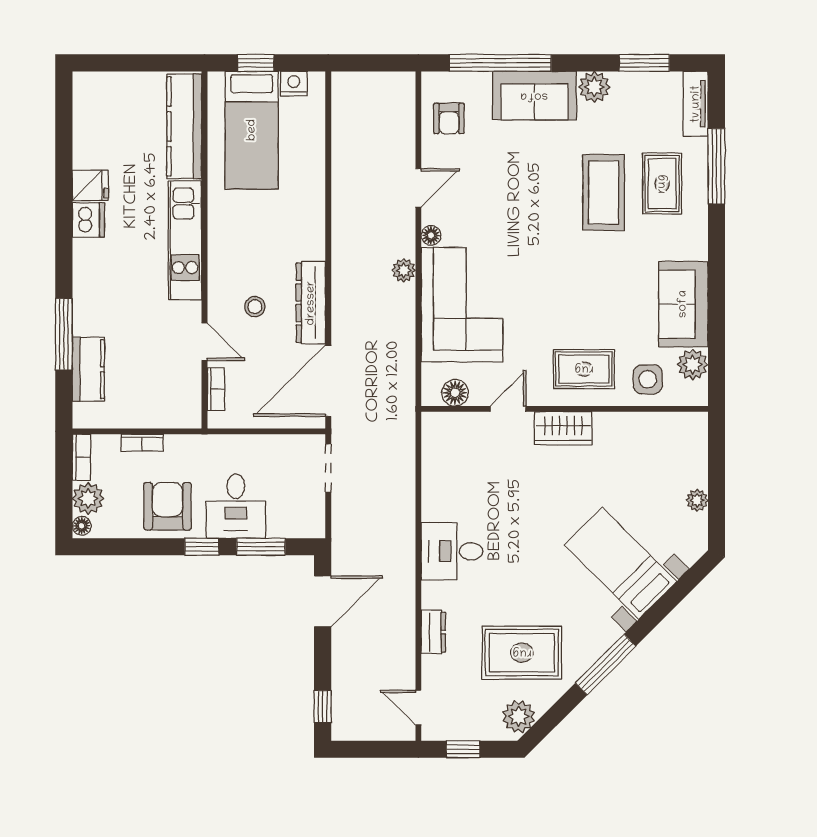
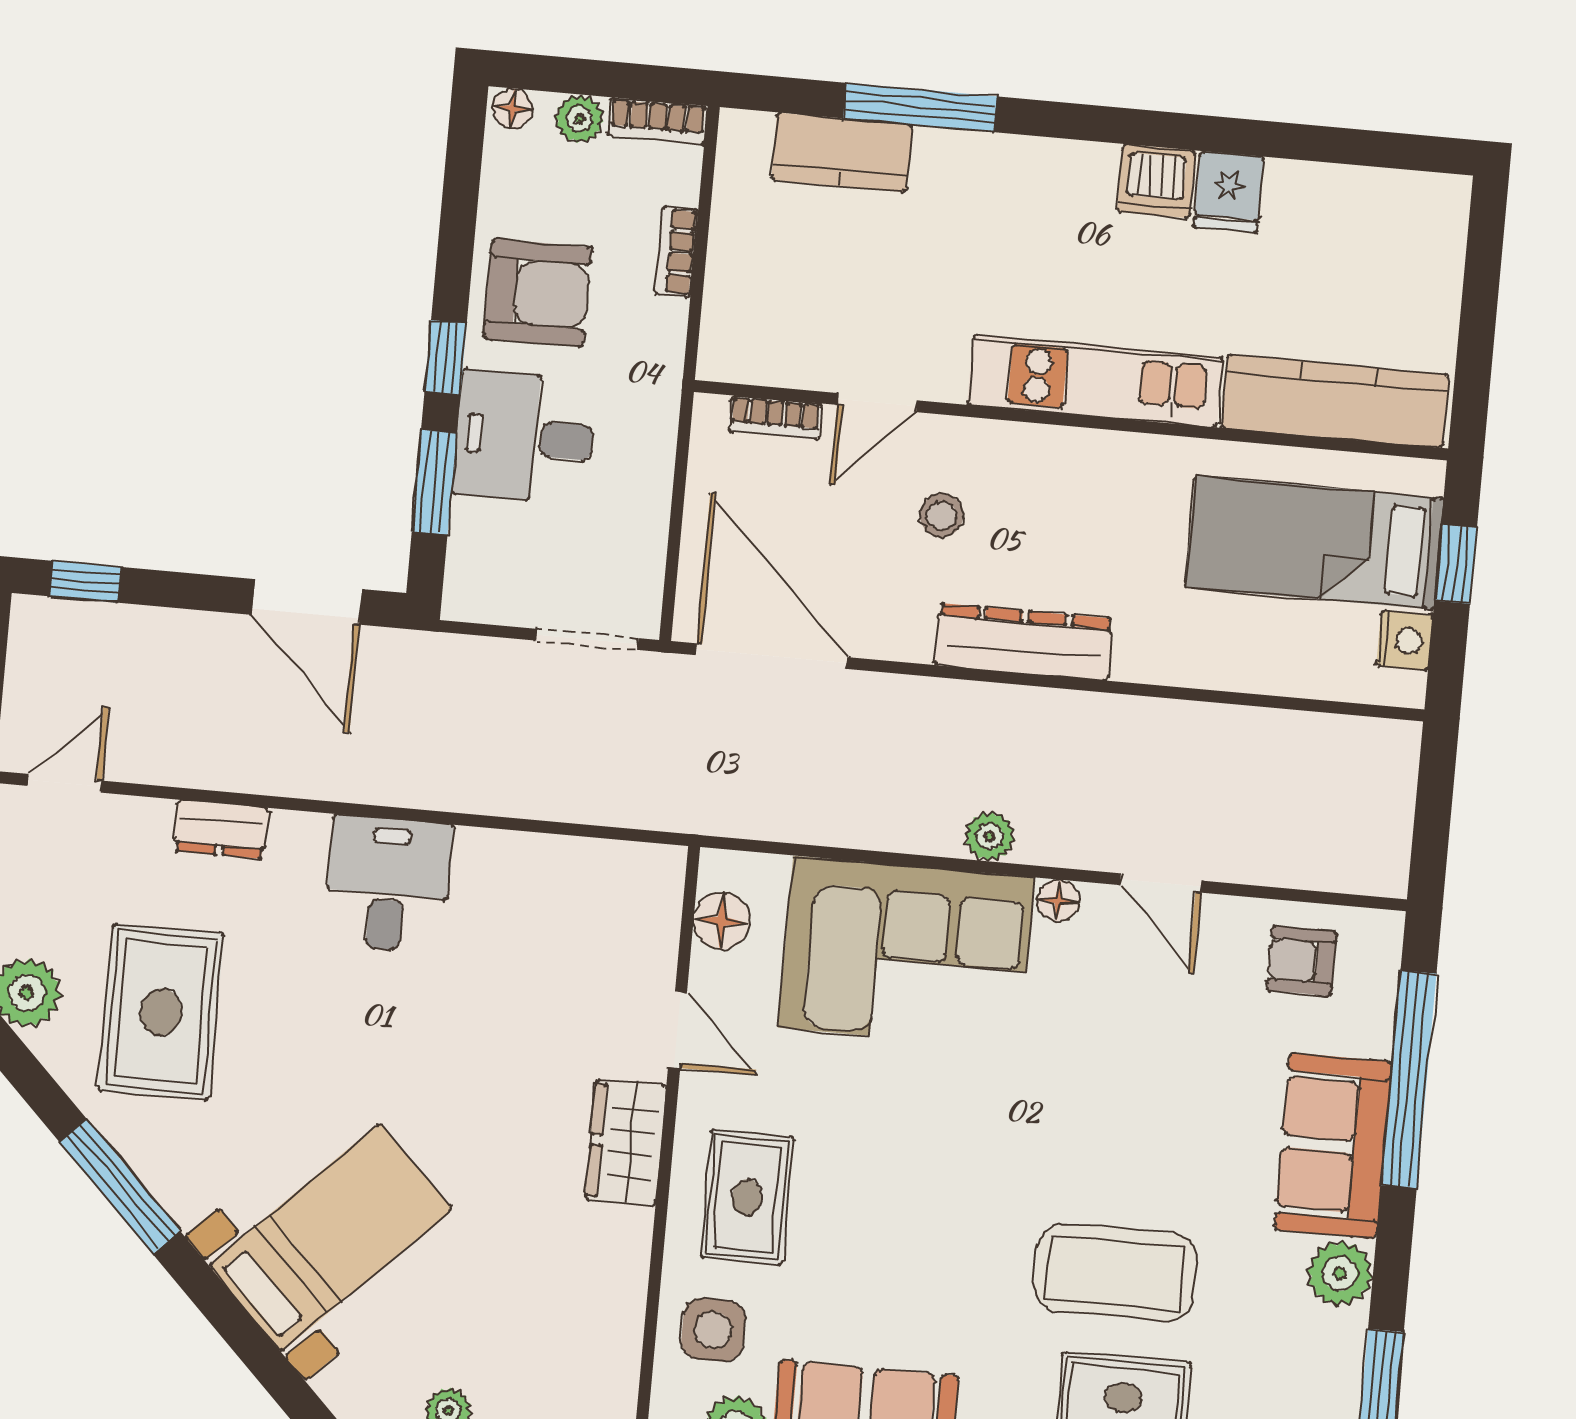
dresser: (311, 303) -> (1023, 642), moved
plant: (88, 498) -> (579, 119), width x0.73, depth x0.73

